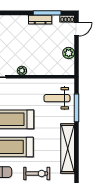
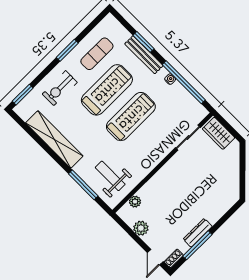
plant: (22, 71) -> (135, 202), moved
weight bench: (57, 98) -> (110, 176), turned -90

